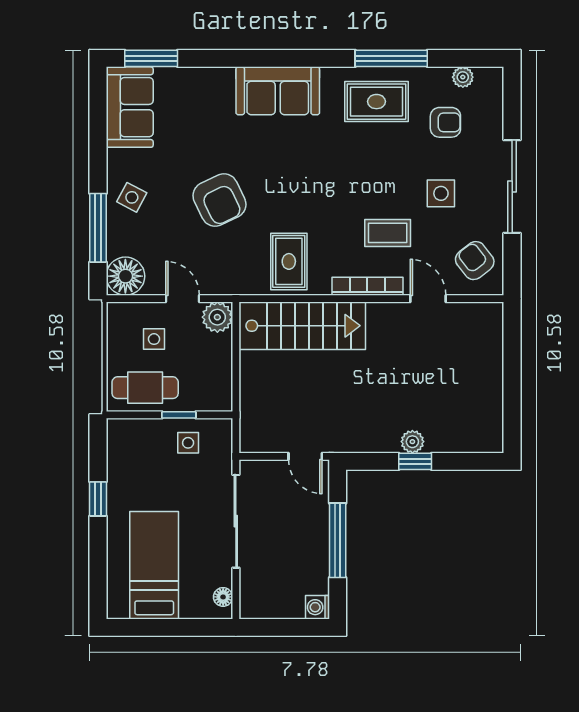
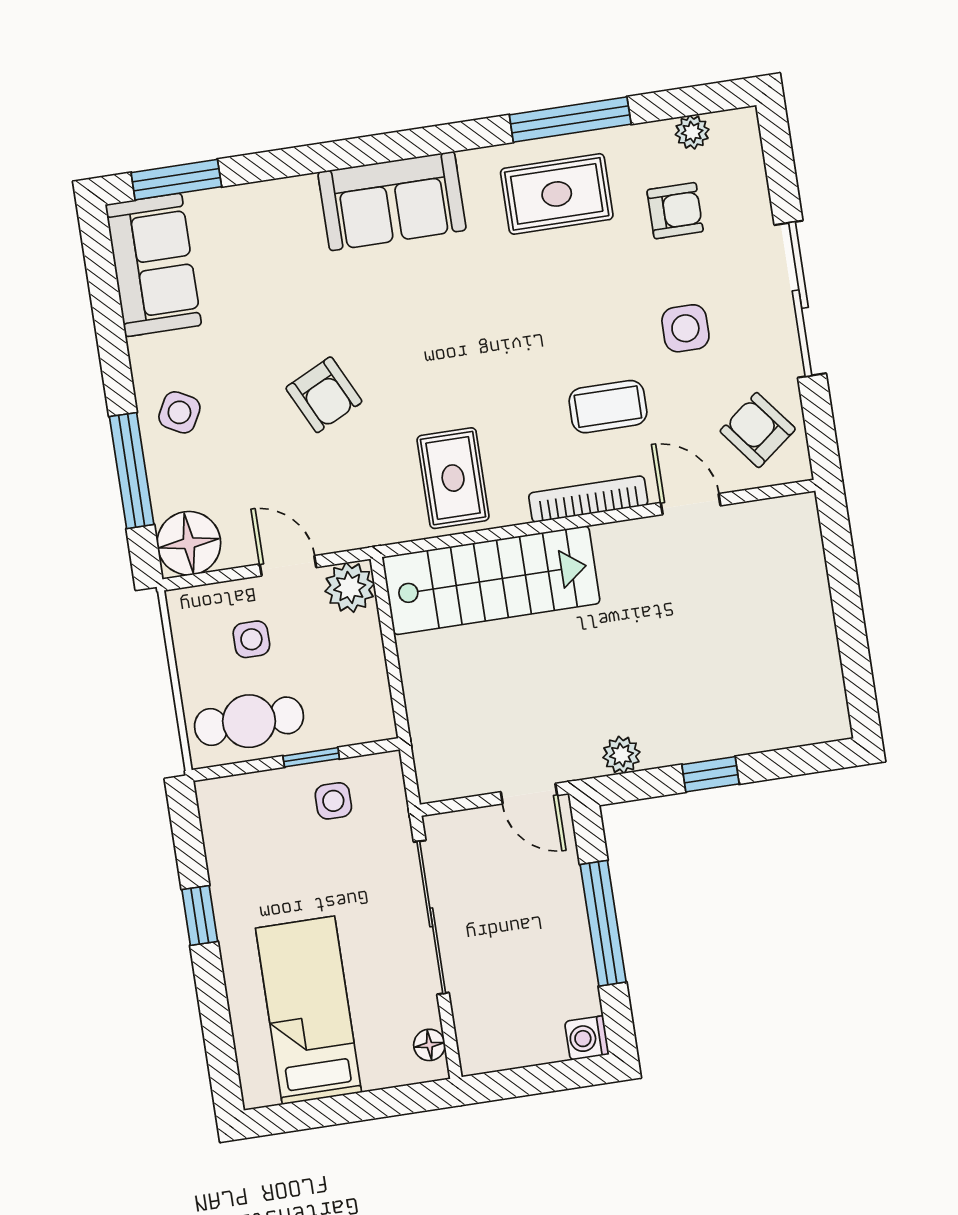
armchair: (219, 200) -> (324, 395), width x0.72, depth x0.72
plant: (412, 442) -> (621, 755), moved

